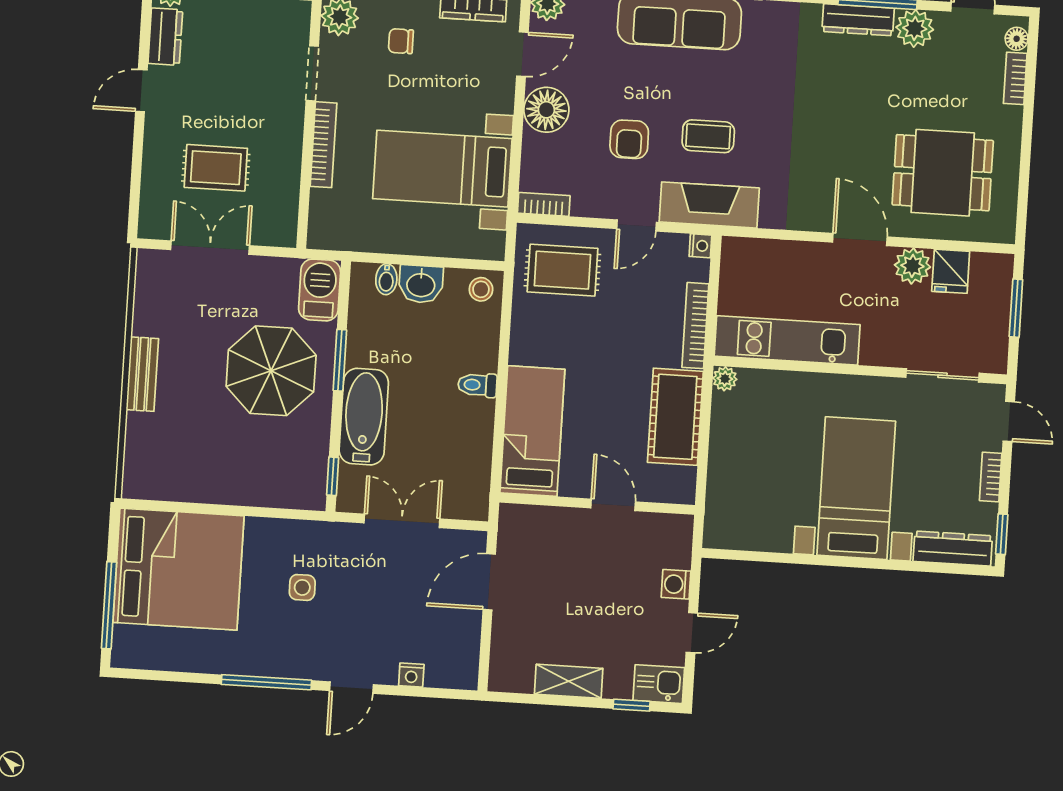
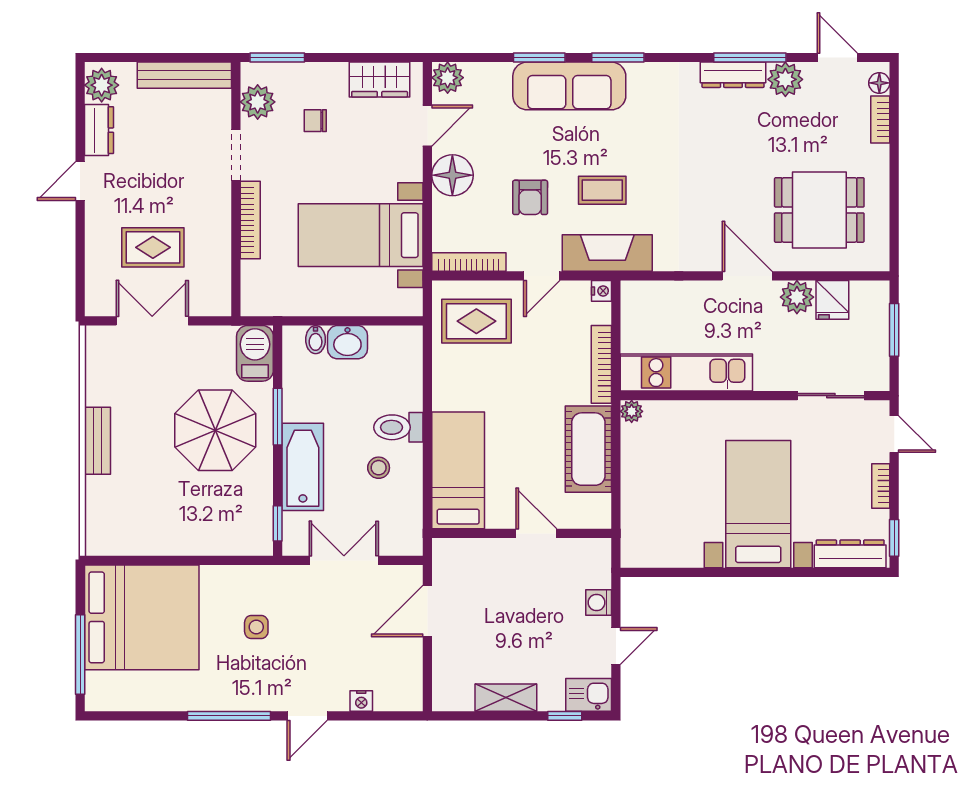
bookcase: (544, 204) -> (469, 262), width x1.56
stool: (481, 289) -> (379, 468), moved
toilet: (477, 385) -> (398, 427), width x1.37, depth x1.39

